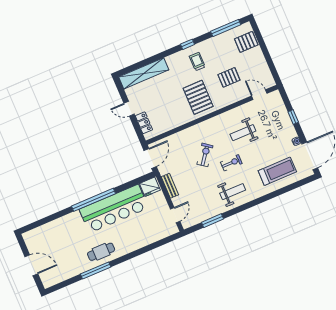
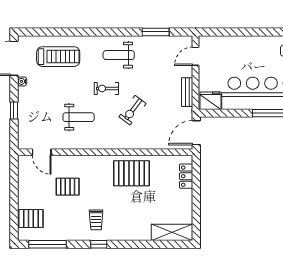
shelving: (144, 73) -> (172, 232), width x0.68
pallet: (198, 97) -> (132, 173), moved, turned 90
door: (129, 109) -> (196, 199), removed
treadmill: (277, 171) -> (58, 57), turned 180

